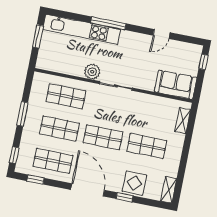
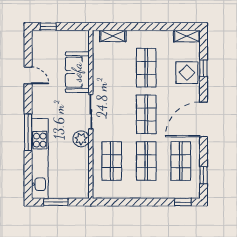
sofa: (176, 85) -> (77, 72), moved
window: (22, 114) -> (139, 202), removed
window: (125, 197) -> (203, 68), moved

